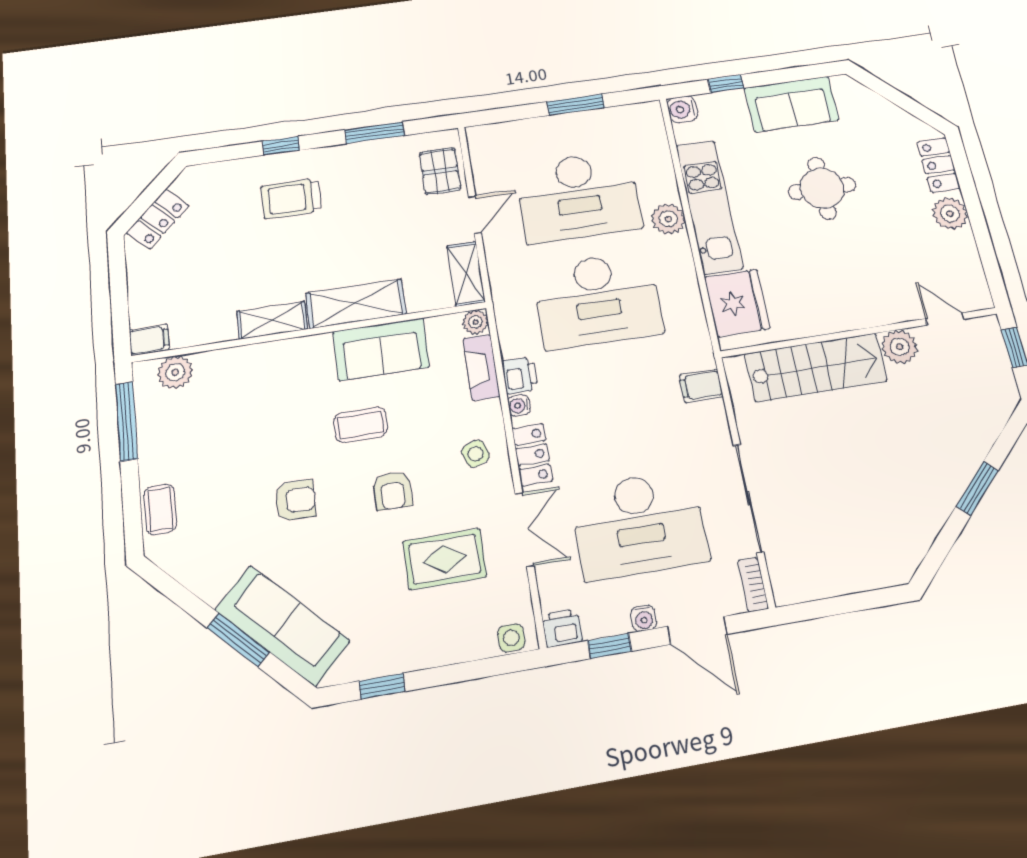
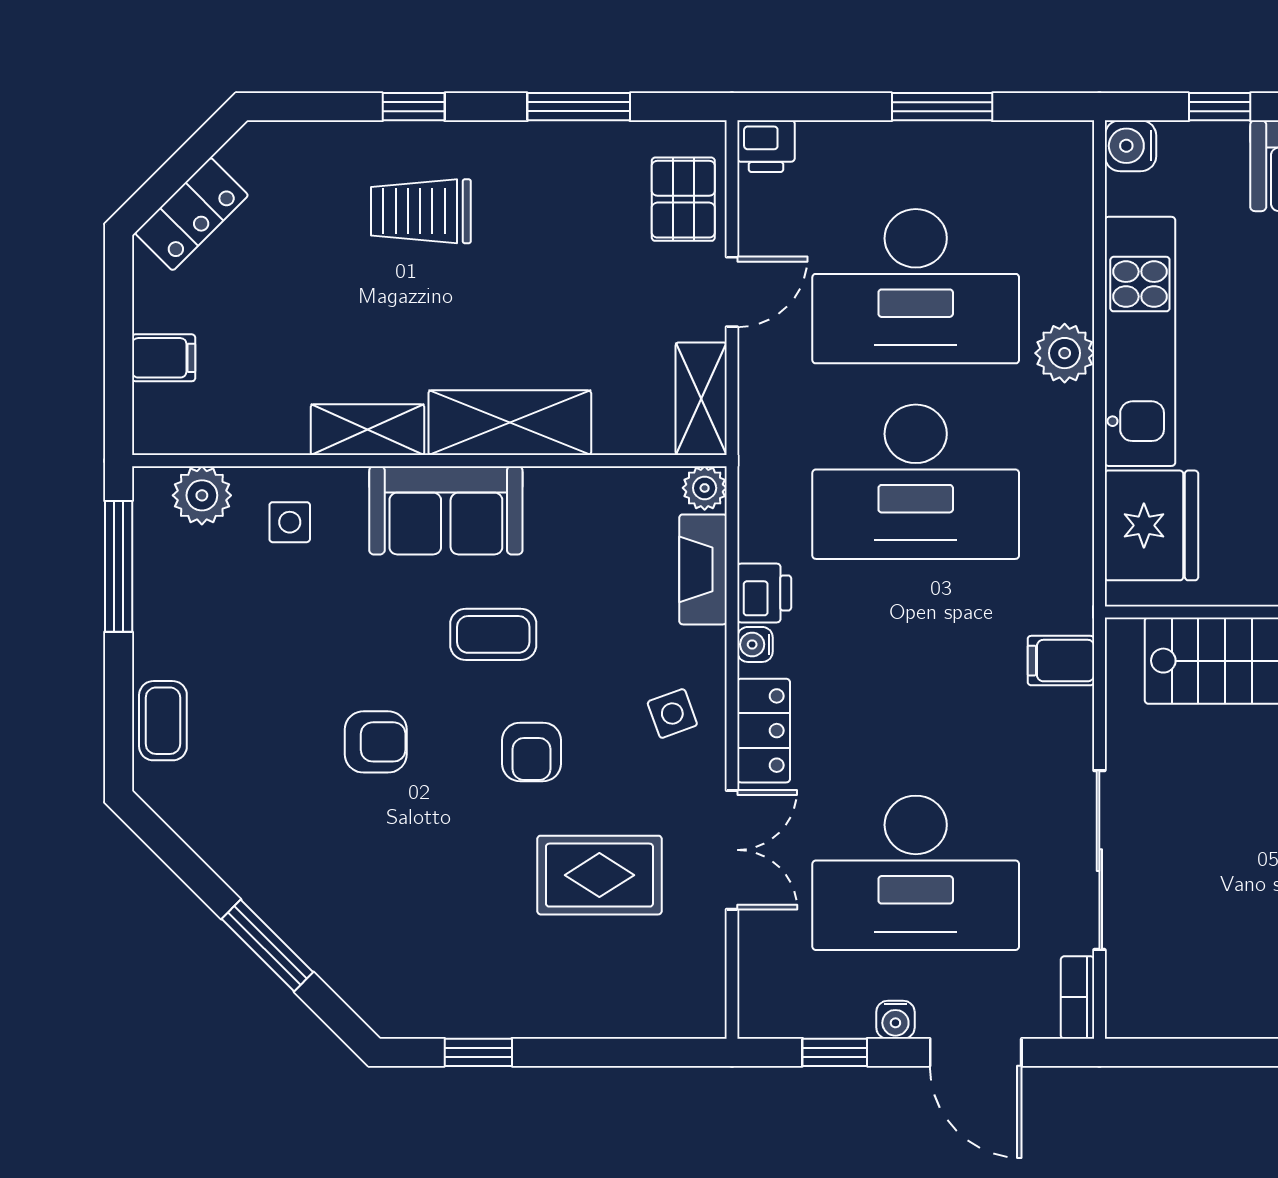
filing cabinet: (149, 340) -> (164, 358), moved
sofa: (381, 349) -> (446, 510), moved
sofa: (282, 625) -> (337, 935), removed
printer: (562, 628) -> (766, 146), moved, turned 180
side table: (511, 638) -> (290, 522), moved

